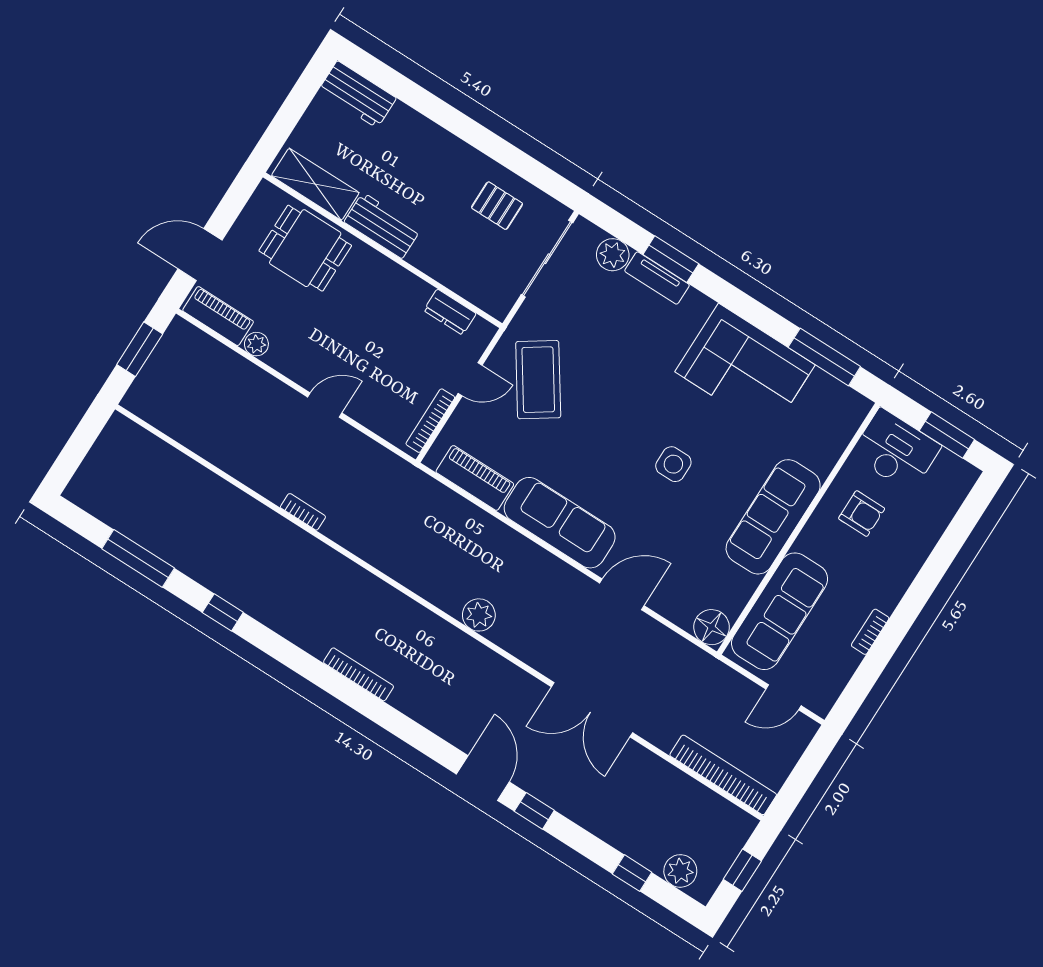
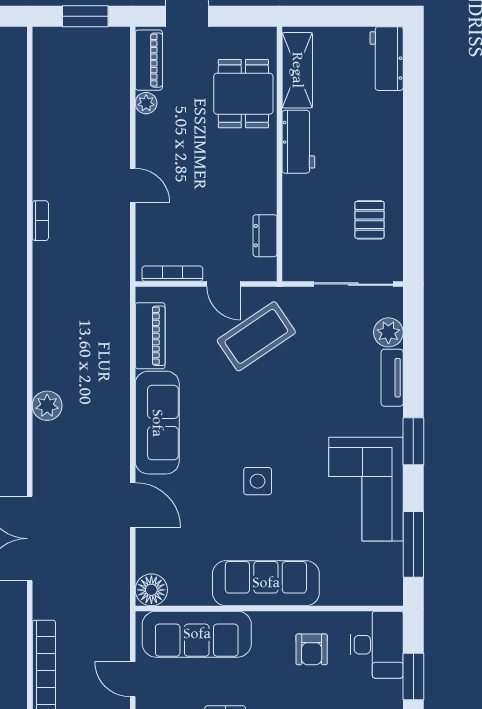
window: (671, 259) -> (413, 441), moved

